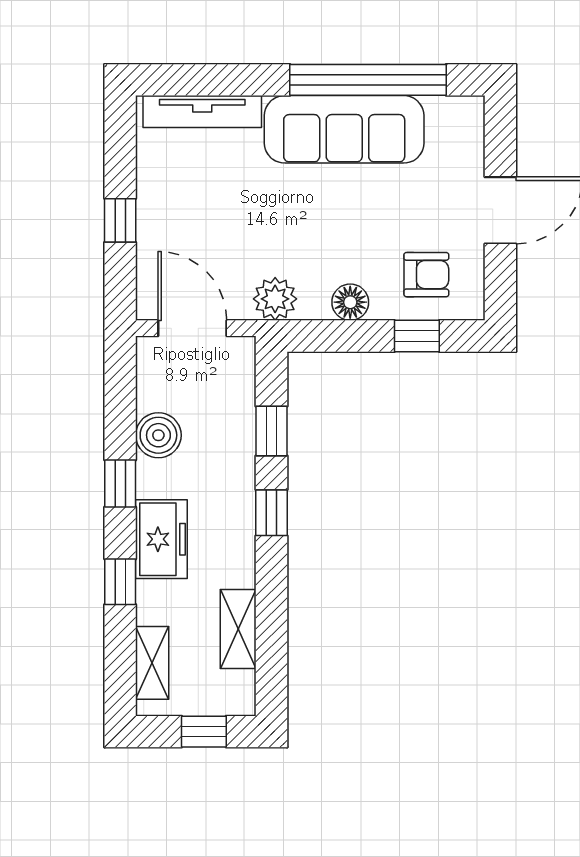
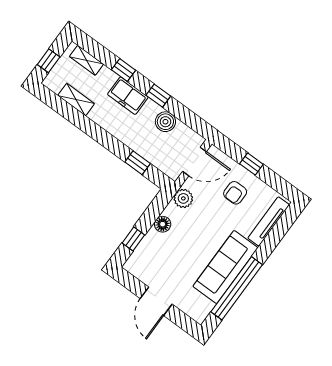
armchair: (426, 275) -> (235, 193), moved
window: (272, 513) -> (109, 142), removed

